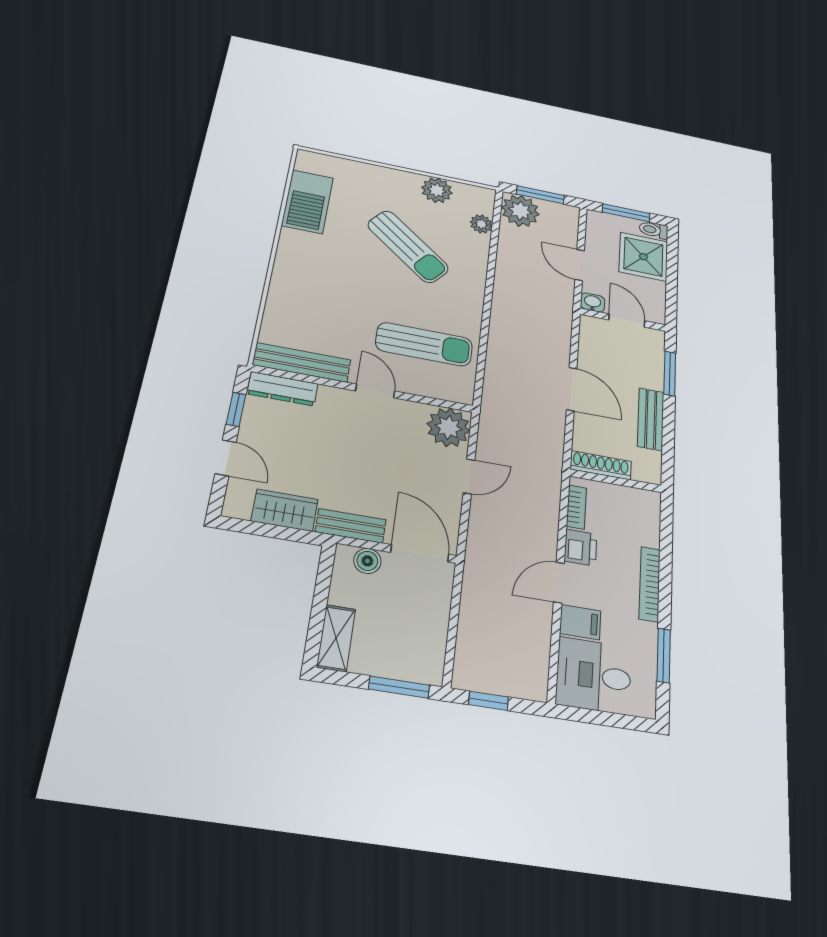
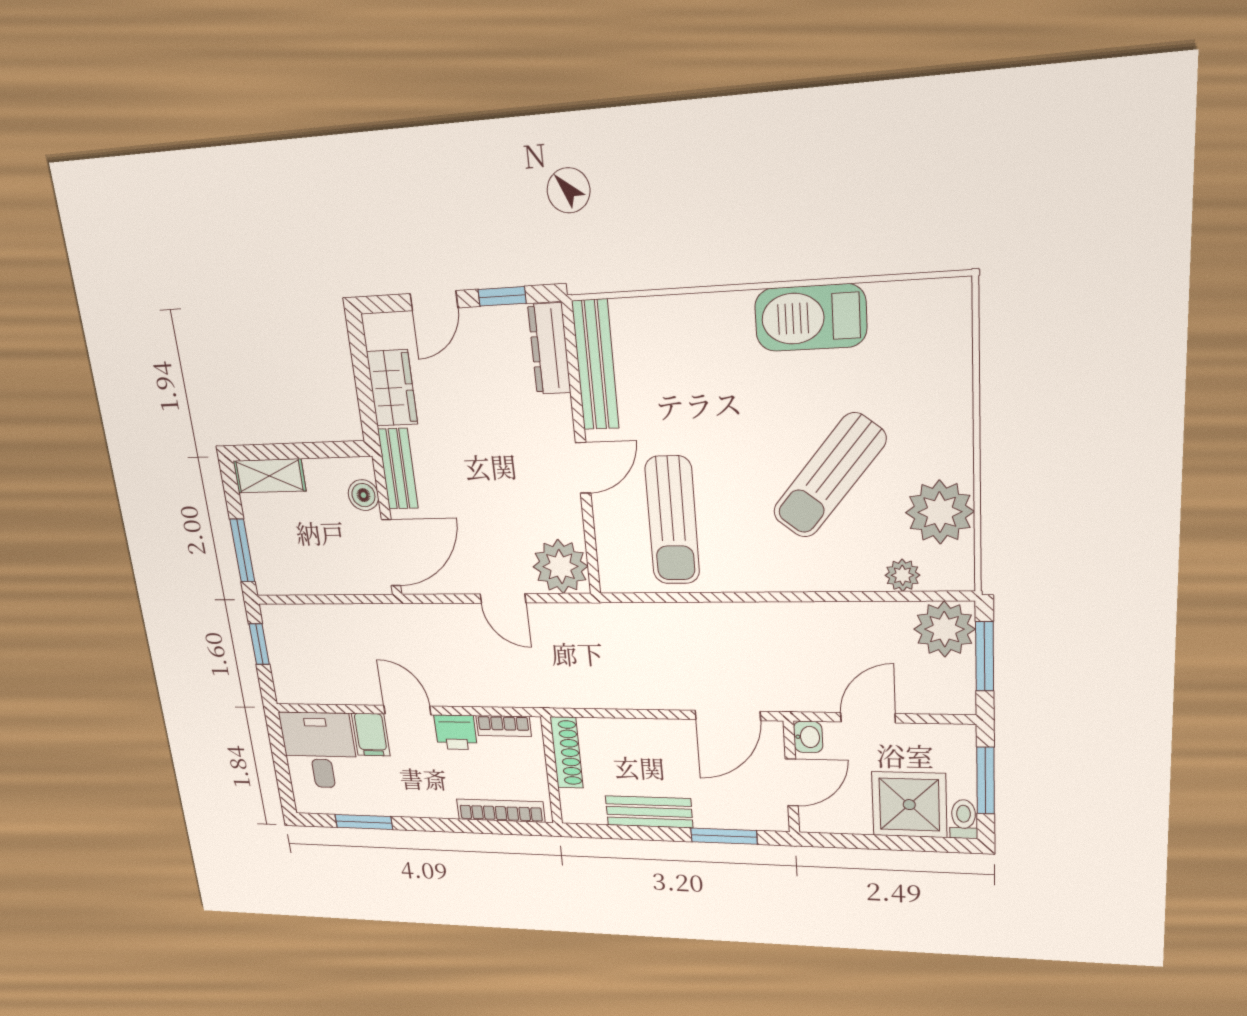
plant: (437, 190) -> (940, 512), width x1.36, depth x1.36
barbecue: (307, 202) -> (811, 318), moved
door: (572, 389) -> (728, 715), moved
bookcase: (650, 584) -> (501, 811), moved

